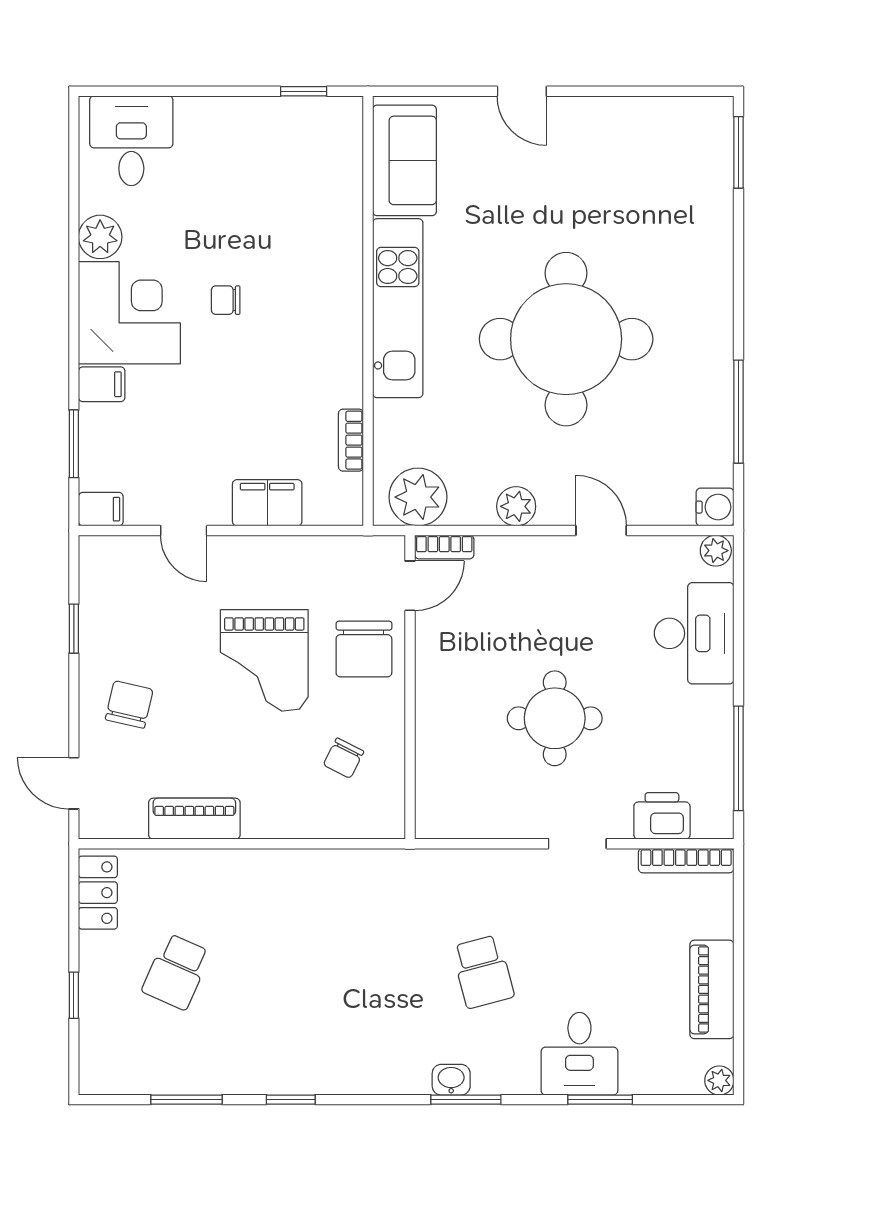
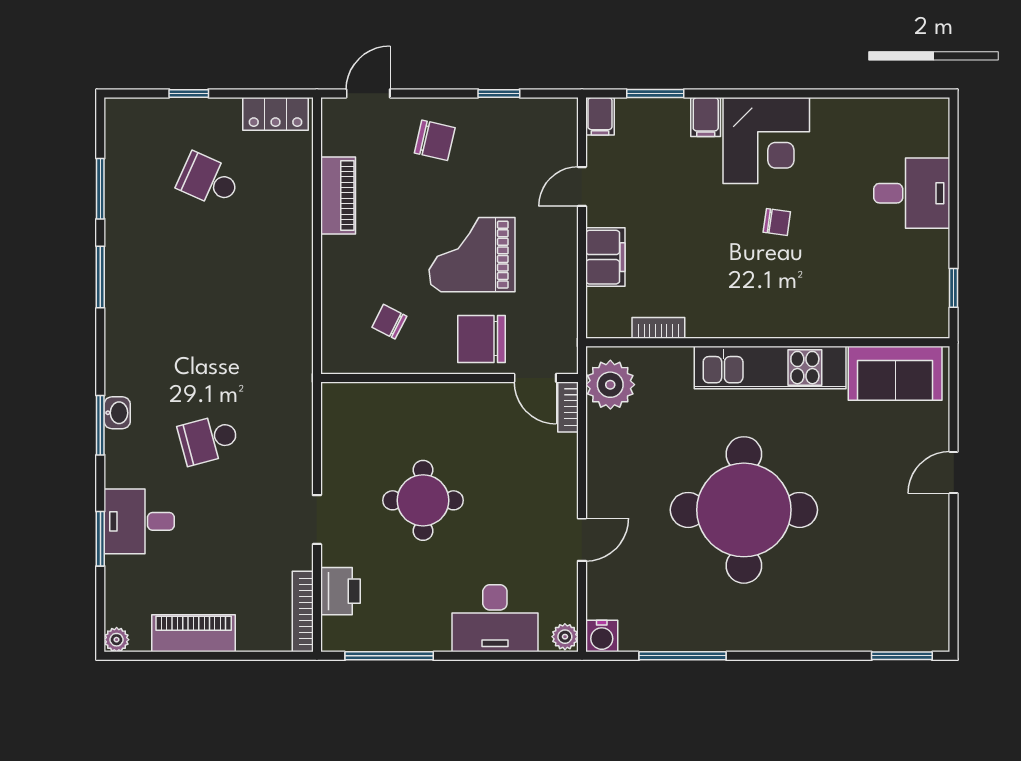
desk: (131, 141) -> (912, 193), moved
plant: (100, 237) -> (830, 116), removed
chair: (226, 300) -> (777, 222), turned 98
plant: (516, 506) -> (602, 468), removed
window: (291, 1100) -> (100, 277), width x1.50

